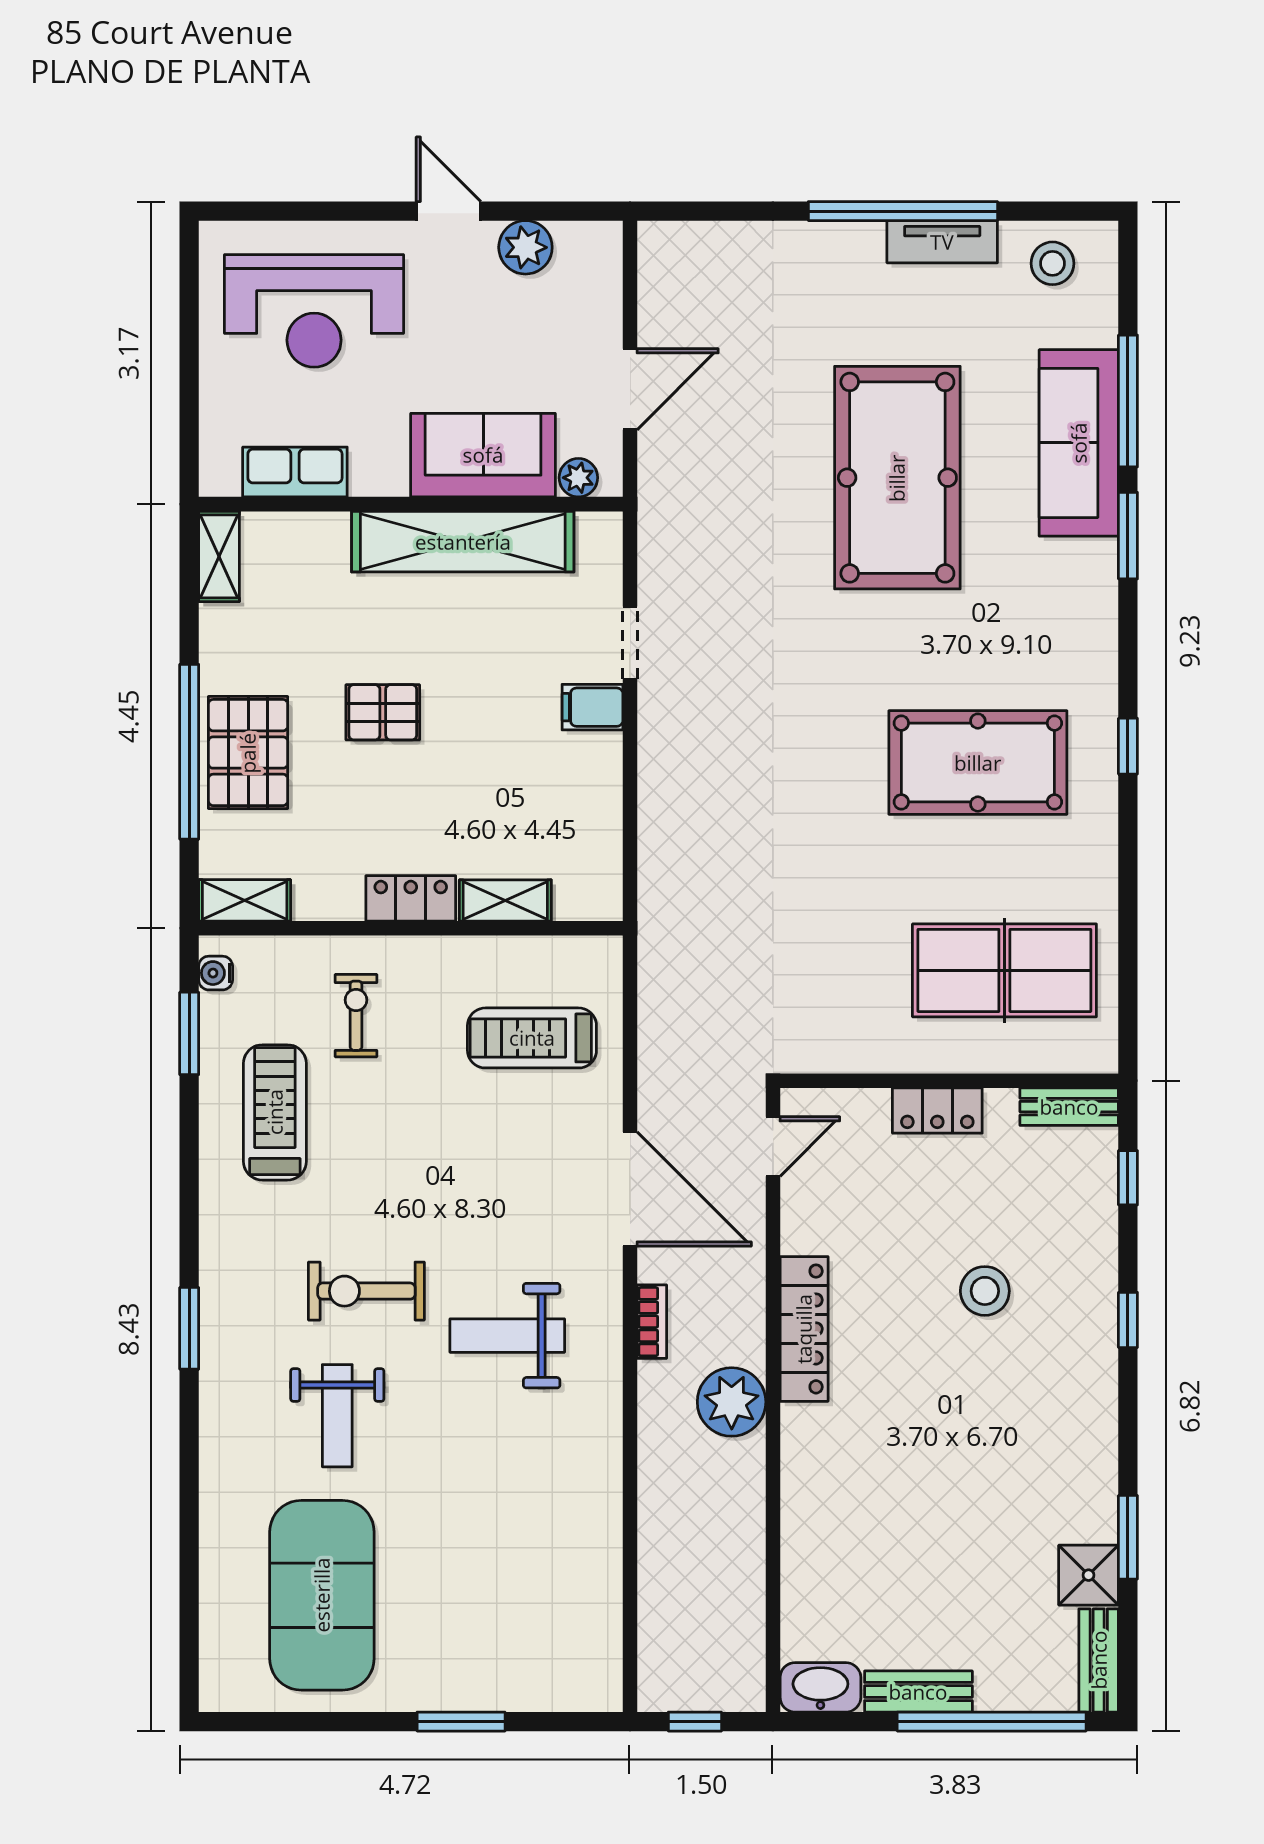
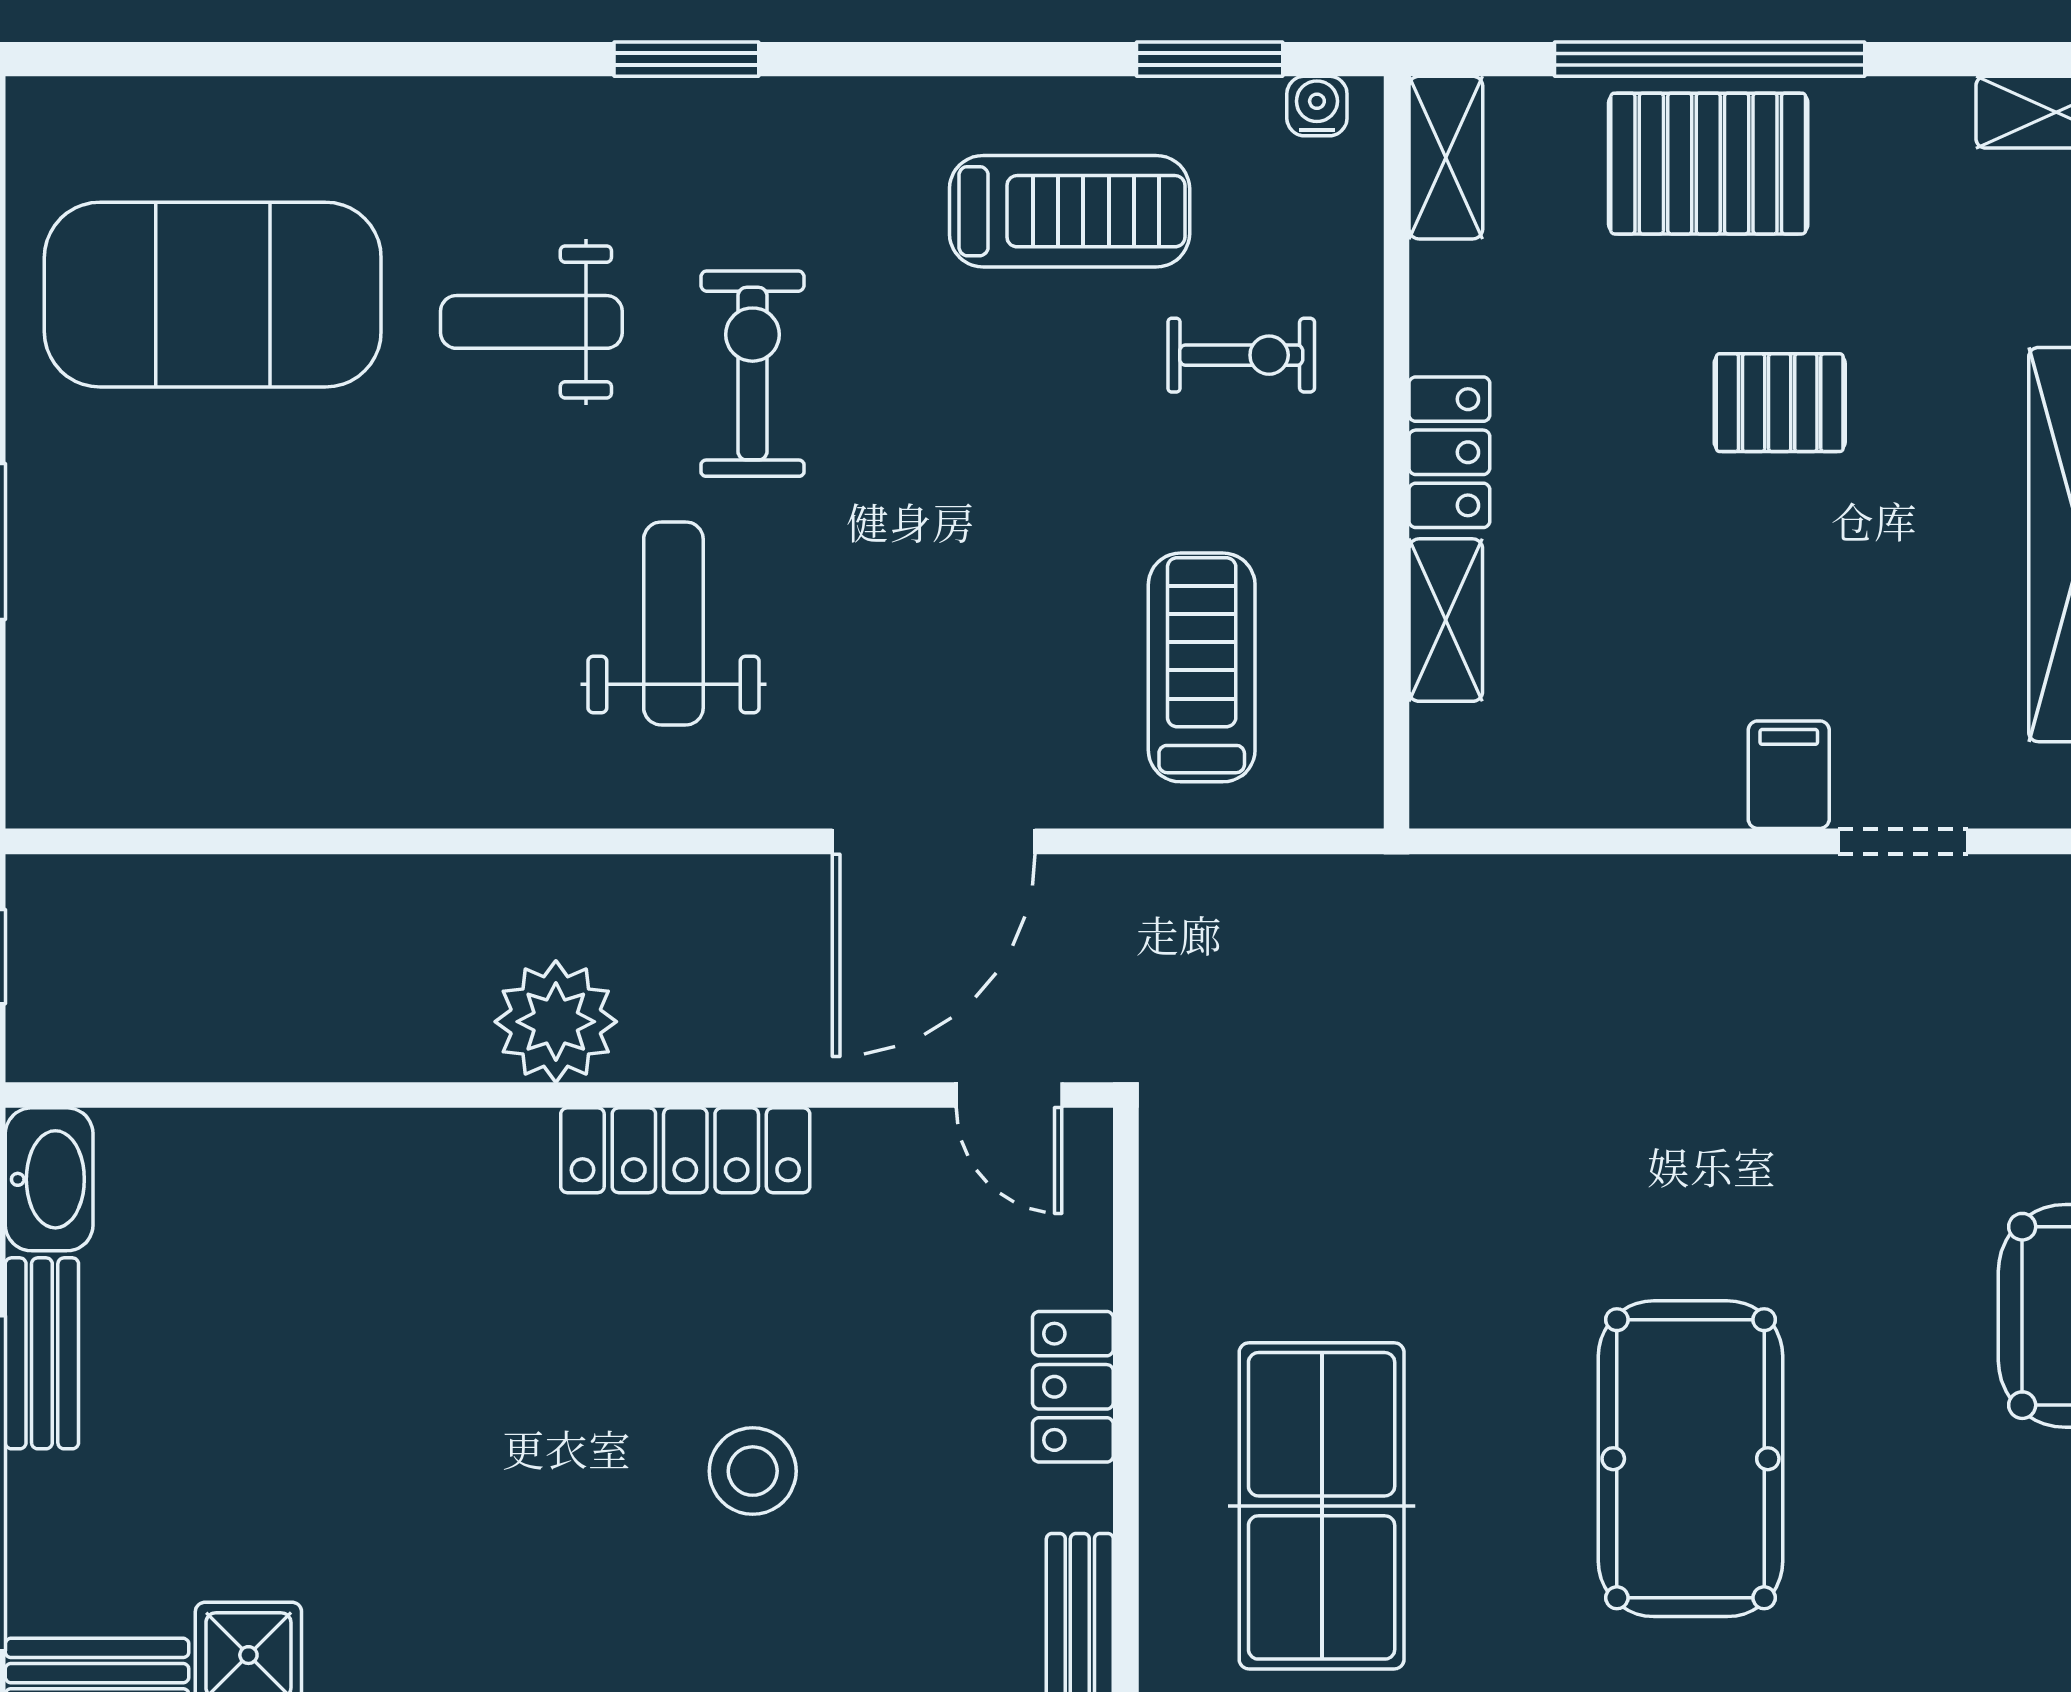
pallet: (383, 712) -> (1780, 403), turned 90
bookcase: (652, 1322) -> (698, 880), removed

